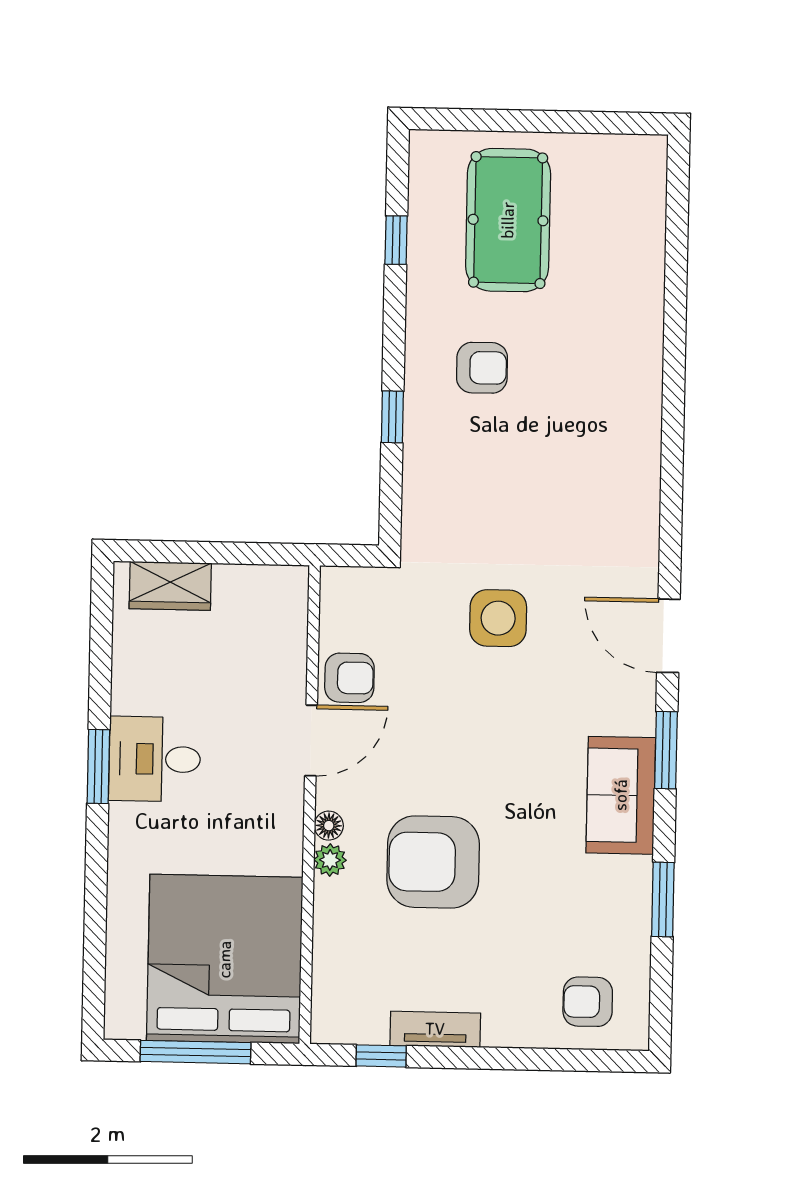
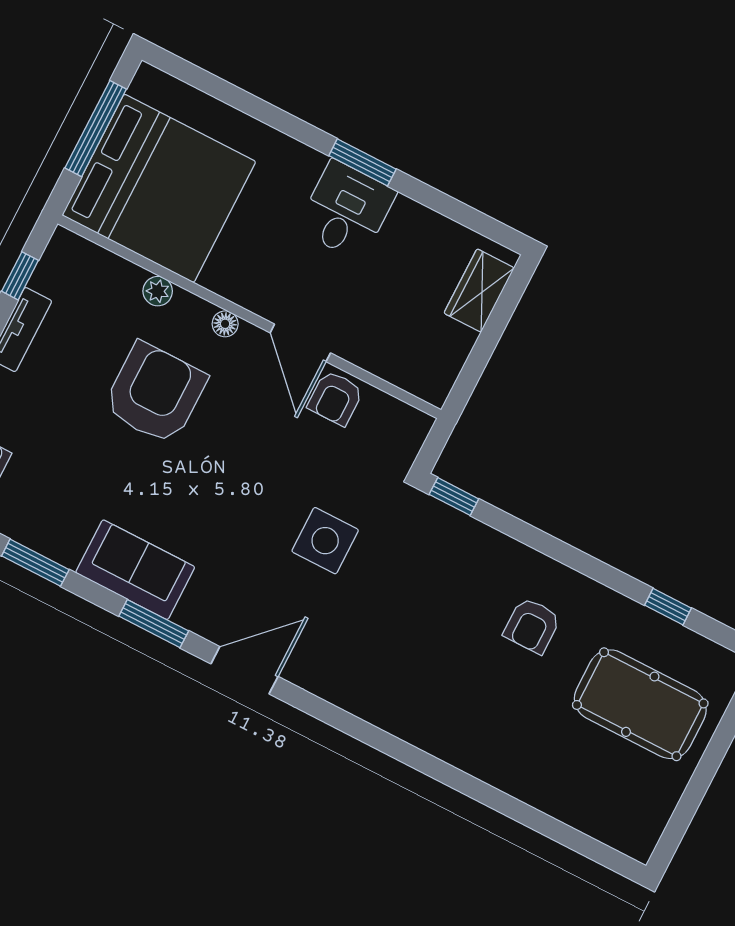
window: (392, 417) -> (454, 497), moved
plant: (330, 860) -> (158, 291), moved

